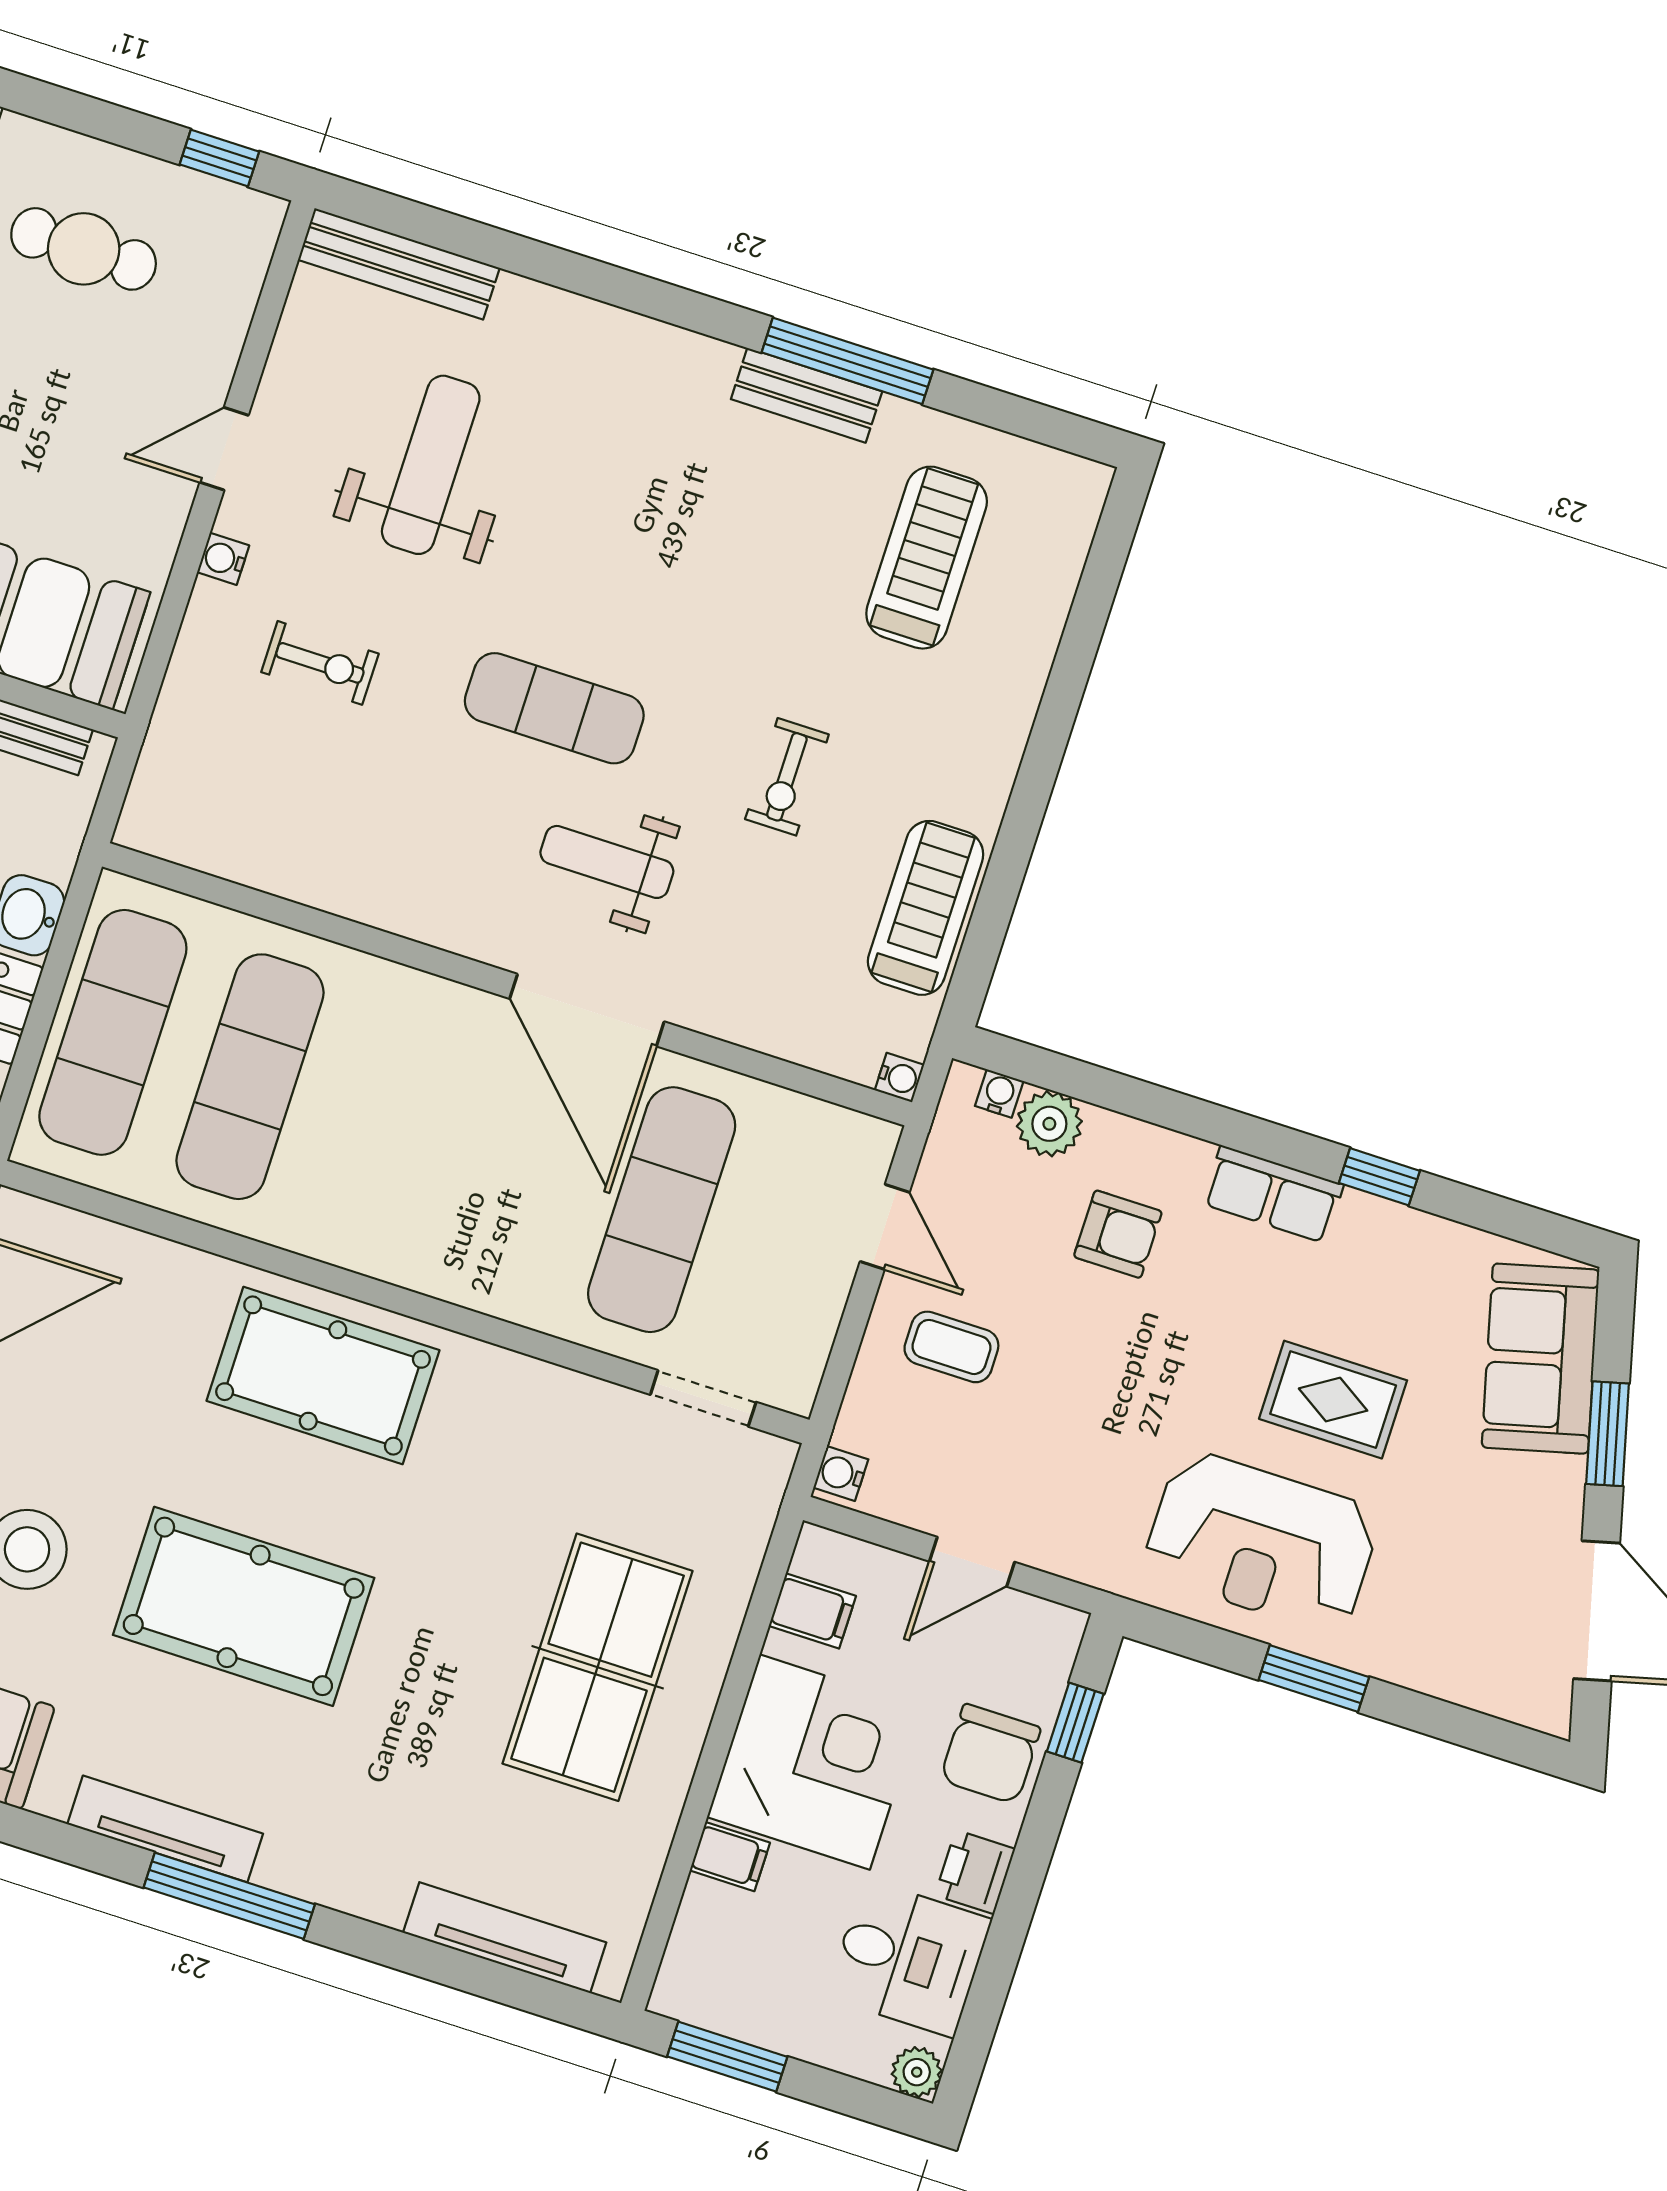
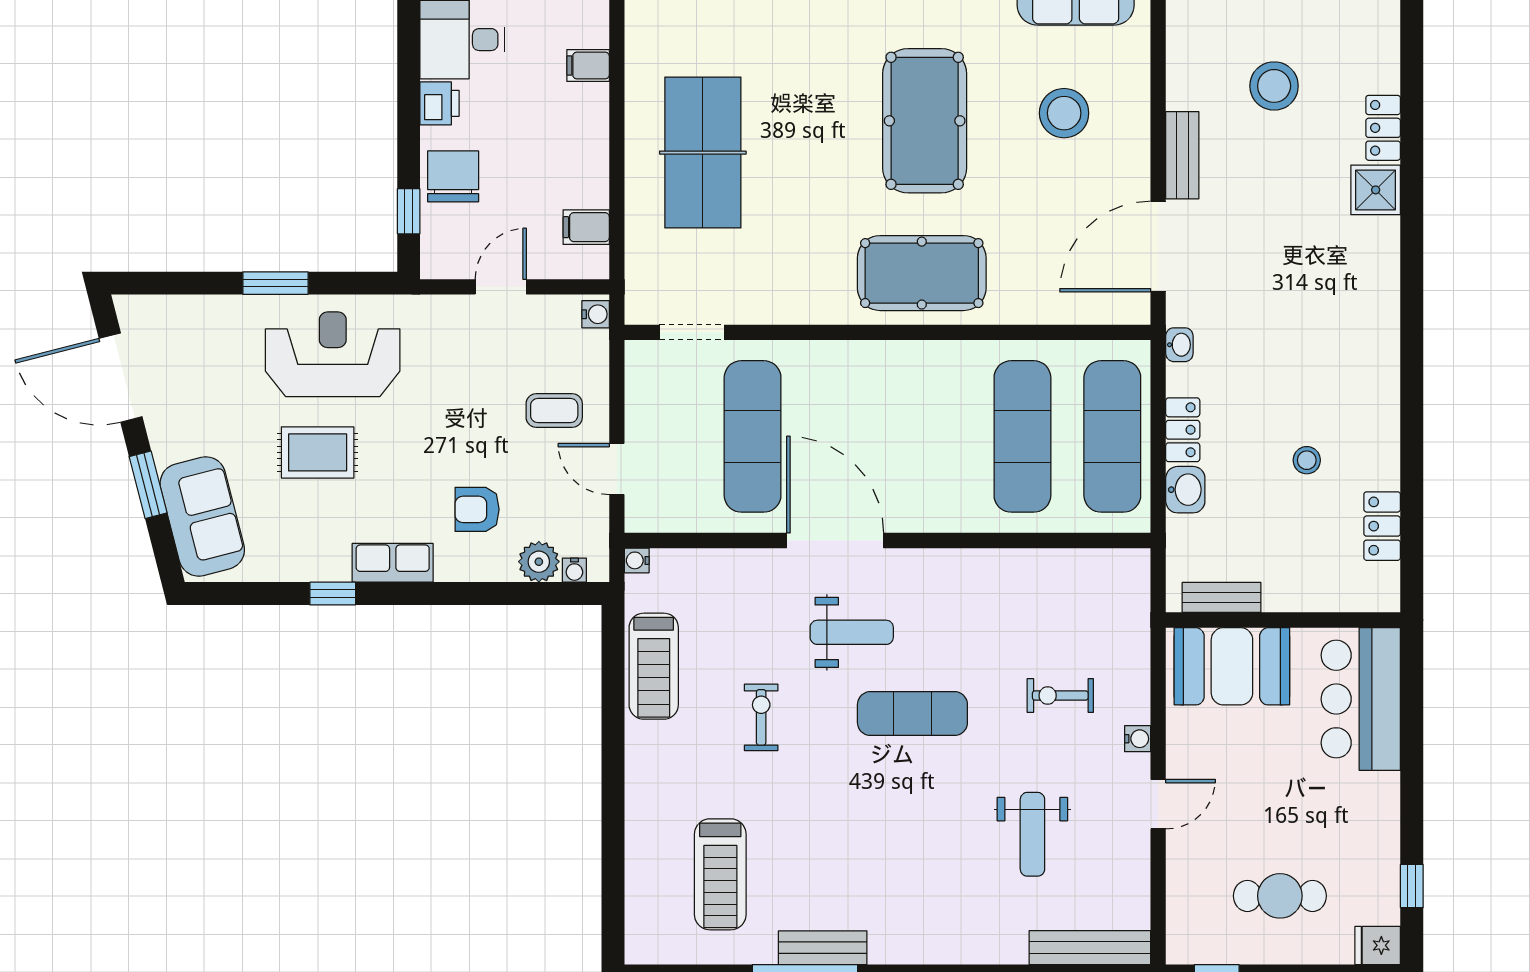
weight bench: (431, 465) -> (1032, 834), width x0.73, depth x0.75
pool table: (244, 1606) -> (925, 121), turned 90
corner desk: (815, 1762) -> (556, 138), removed

